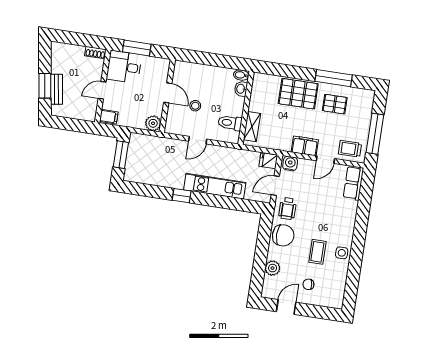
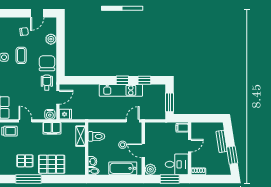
bathtub: (200, 73) -> (123, 168), added
window: (45, 86) -> (232, 155), moved
plant: (153, 123) -> (150, 169), moved
door: (198, 140) -> (133, 121), moved
filing cabinet: (305, 146) -> (52, 128), moved
door: (325, 160) -> (25, 121), hinge flipped
kitchen unit: (215, 186) -> (121, 90), moved
window: (151, 191) -> (144, 80), added
chair: (283, 235) -> (47, 63), turned 90

